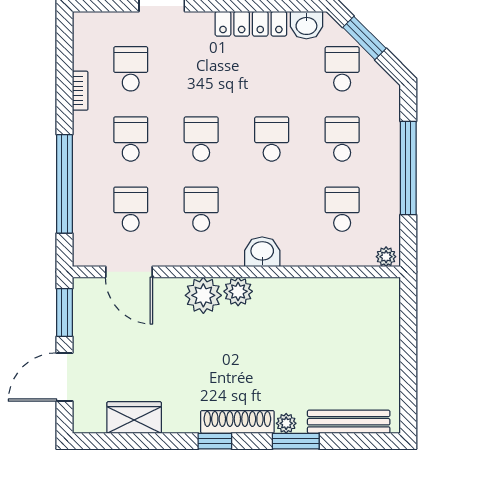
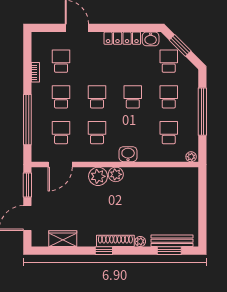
door: (129, 272) -> (60, 164), hinge flipped
window: (296, 441) -> (169, 251), moved

